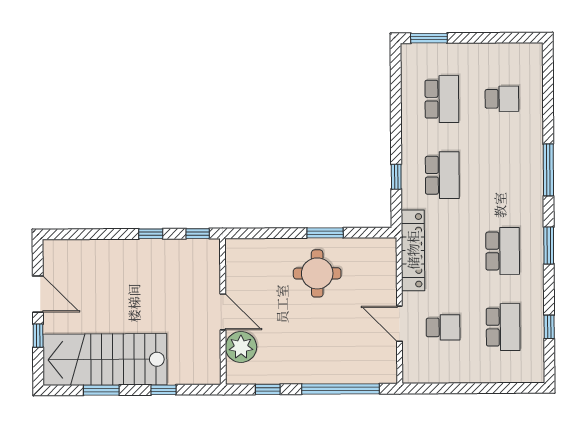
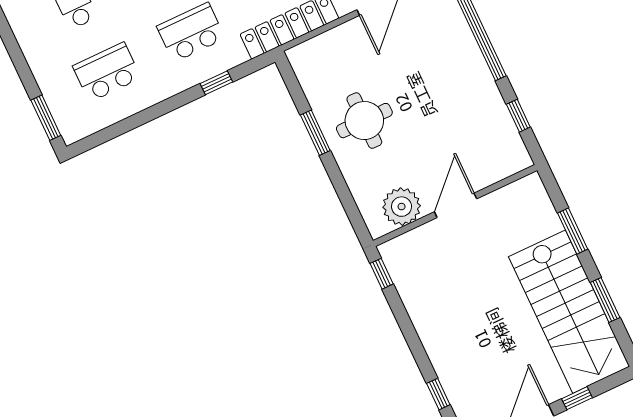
window: (151, 234) -> (438, 394), moved
plant: (241, 347) -> (402, 207), moved
window: (163, 390) -> (573, 231), width x1.50

